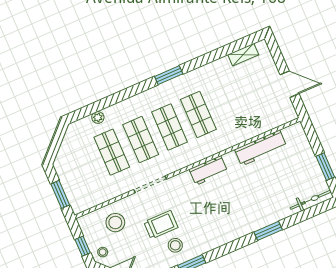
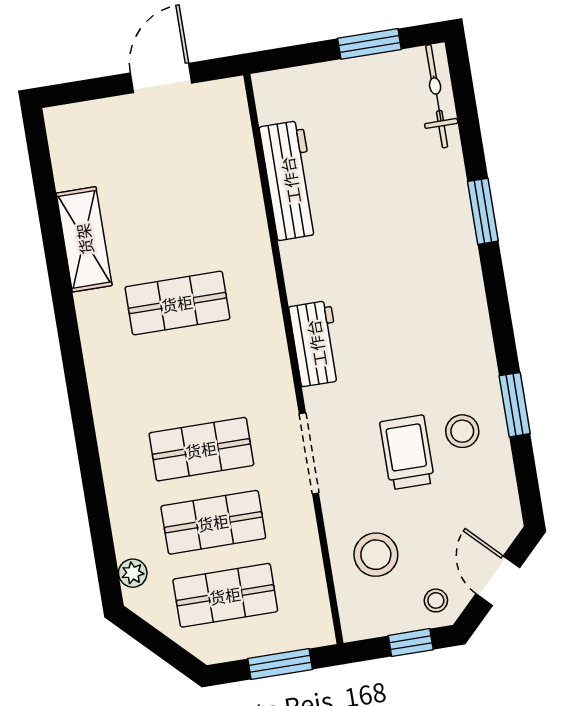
shelving: (243, 55) -> (84, 239), moved, width x1.50, depth x1.33
window: (169, 75) -> (71, 348), removed
plant: (98, 117) -> (133, 573), moved
shop shelf: (170, 127) -> (225, 595), moved
workbench: (208, 170) -> (316, 343), moved

